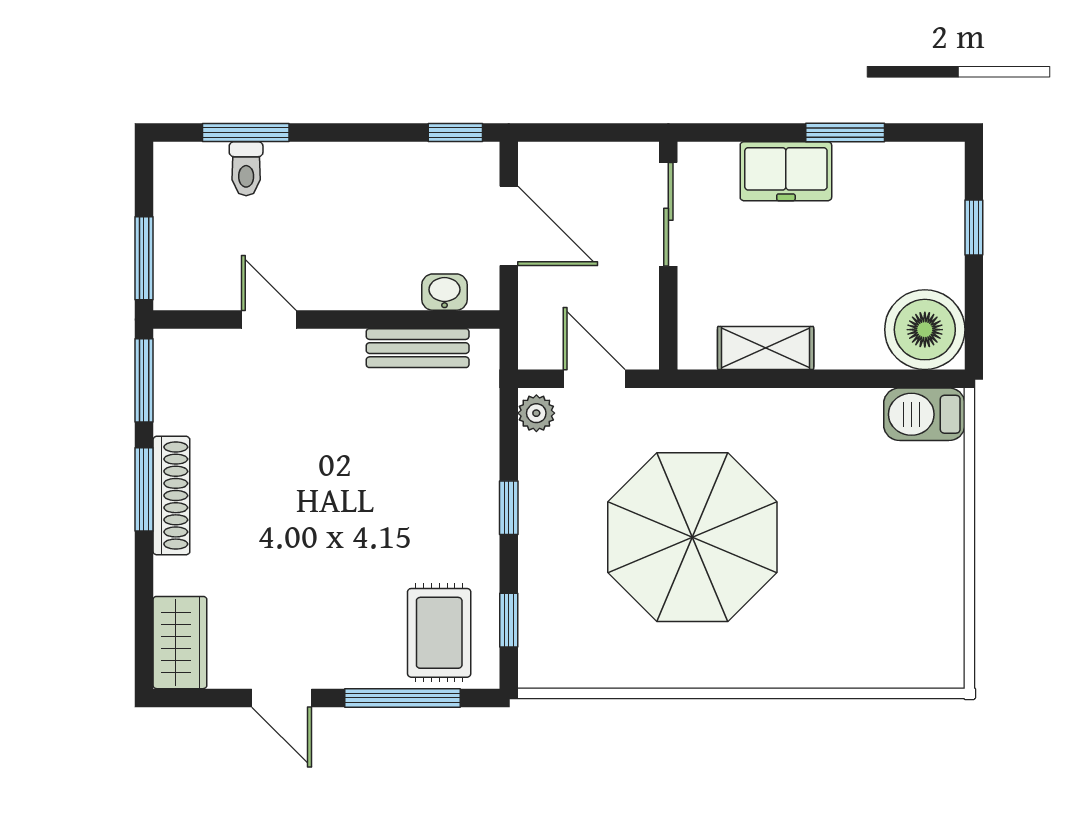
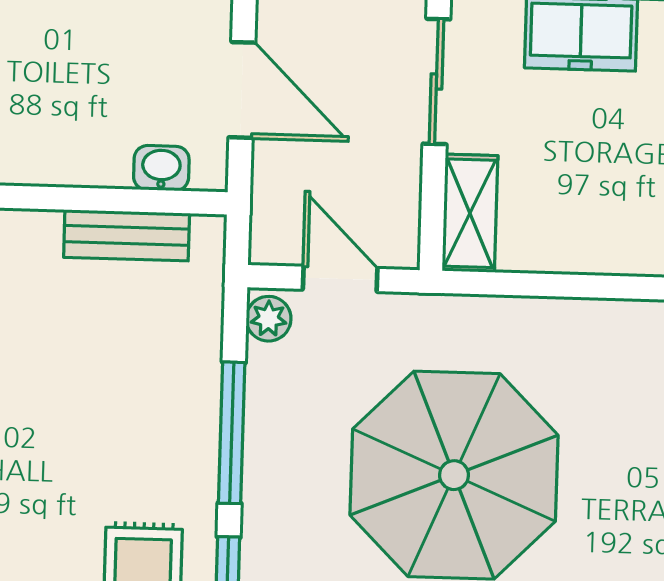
shelving: (766, 348) -> (470, 213), moved, turned 90
window: (509, 508) -> (232, 433), width x2.17

